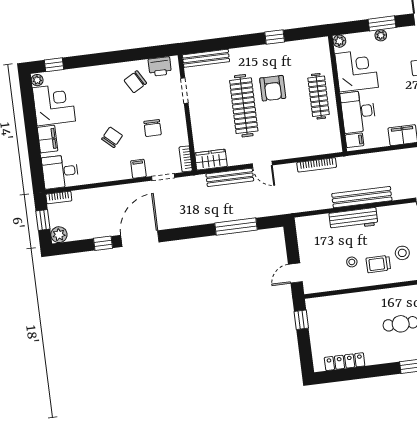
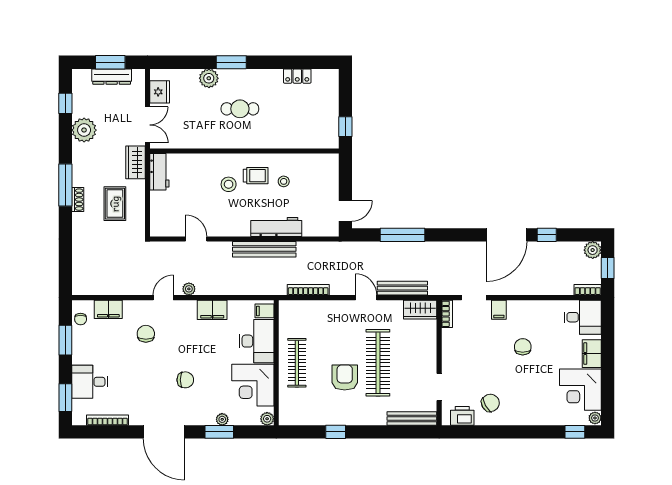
chair: (153, 128) -> (478, 351), removed
chair: (112, 137) -> (523, 347), turned 138
door: (295, 273) -> (345, 211), moved
locker: (345, 362) -> (297, 76), width x0.66

